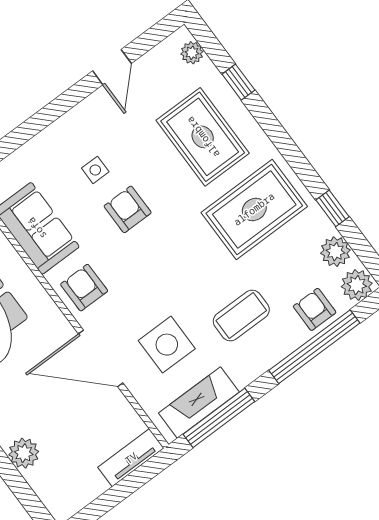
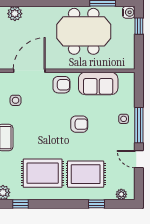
window: (56, 109) -> (139, 125), added
side table: (95, 170) -> (124, 119), moved
rug: (254, 209) -> (43, 173), turned 90
side table: (167, 345) -> (16, 100), width x0.54, depth x0.54

